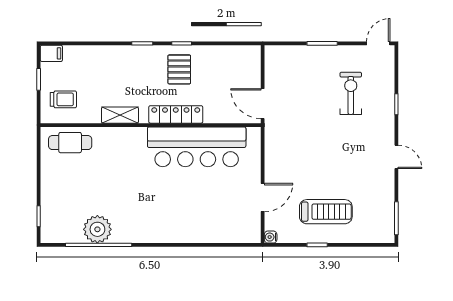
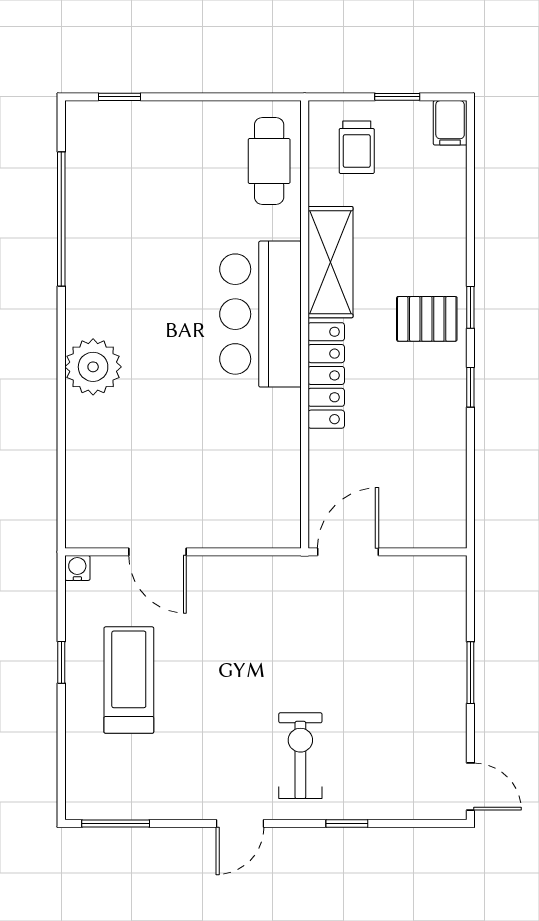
pallet: (179, 69) -> (427, 319), moved
exercise bike: (351, 93) -> (300, 756), moved, turned -90
shelving: (120, 115) -> (330, 262), width x1.50, depth x1.33
bar counter: (197, 147) -> (260, 314), moved, width x0.73
treadmill: (326, 212) -> (129, 680), turned 180
plant: (97, 229) -> (93, 367), moved

